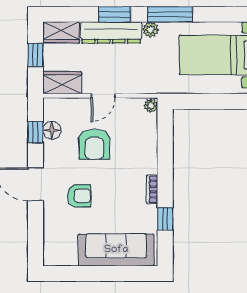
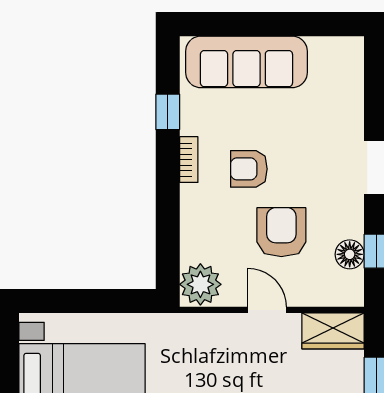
door: (103, 96) -> (267, 310), hinge flipped
plant: (151, 106) -> (200, 284), width x1.87, depth x1.87
armchair: (79, 196) -> (249, 169), moved

